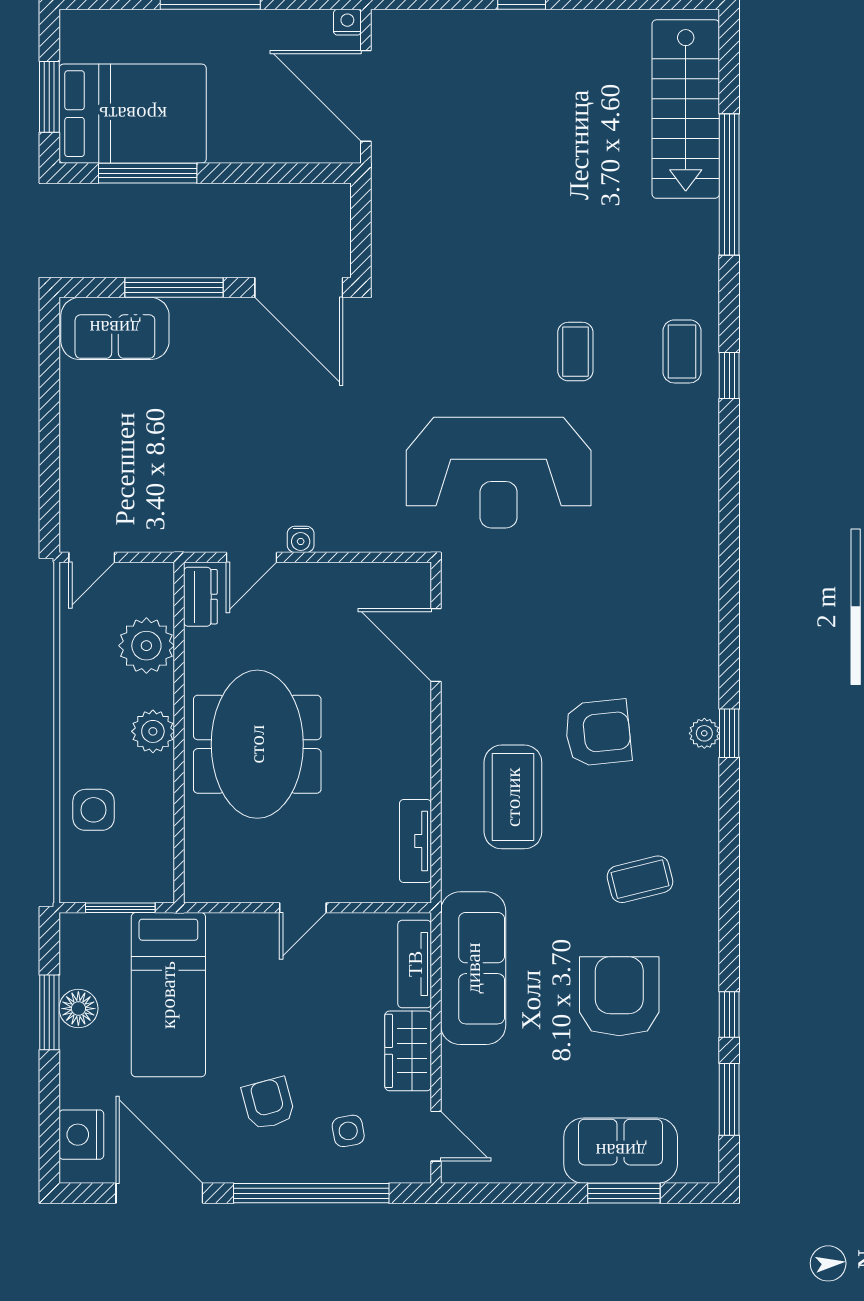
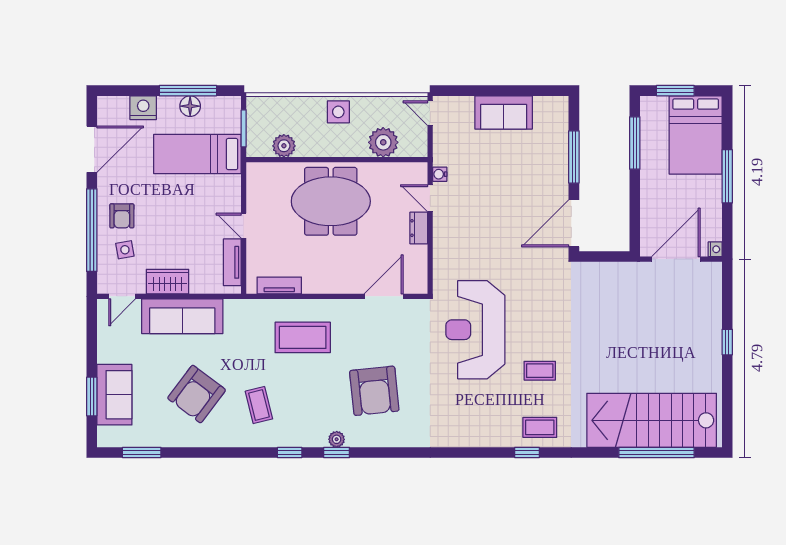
stairs: (686, 109) -> (652, 420), width x1.36, depth x1.51
bed: (133, 114) -> (696, 135), moved
window: (729, 185) -> (657, 453), moved
sofa: (115, 328) -> (504, 112), moved, turned -90
water cooler: (301, 539) -> (440, 174), moved
dresser: (200, 597) -> (419, 228), moved, turned 90
plant: (153, 731) -> (284, 146), moved
armchair: (598, 733) -> (374, 391), moved, width x1.36, depth x1.36
side table: (94, 810) -> (338, 112), moved
tv unit: (415, 964) -> (232, 262), moved, turned -90
sofa: (473, 968) -> (182, 316), moved
armchair: (619, 996) -> (197, 394), turned 127
window: (49, 1012) -> (188, 91), width x1.44
window: (729, 1014) -> (290, 453), moved
armchair: (268, 1103) -> (122, 216), moved, turned 105
nightstand: (81, 1135) -> (143, 108), moved

